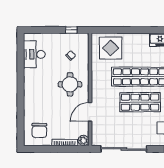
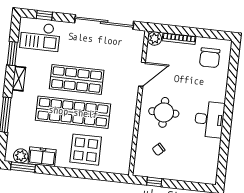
display table: (111, 48) -> (86, 150), moved
desk: (34, 54) -> (209, 119), moved
chair: (39, 130) -> (210, 58), turned 180

